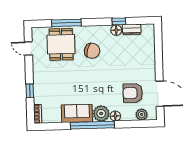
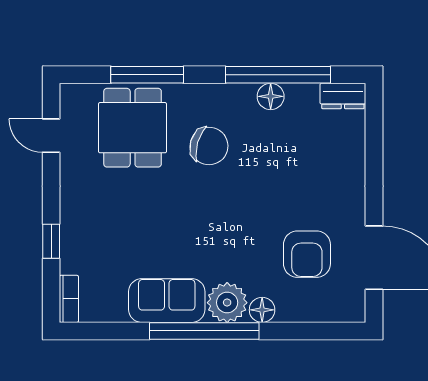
window: (119, 21) -> (278, 75), width x3.17
dresser: (132, 29) -> (343, 96), moved
armchair: (133, 93) -> (307, 254), turned -90
plant: (142, 114) -> (327, 308), removed

